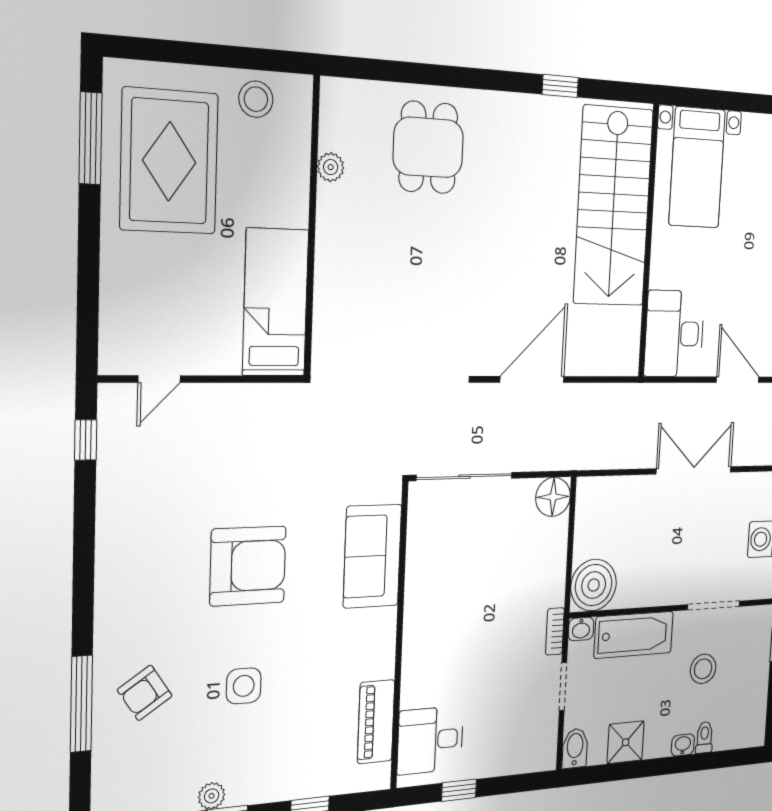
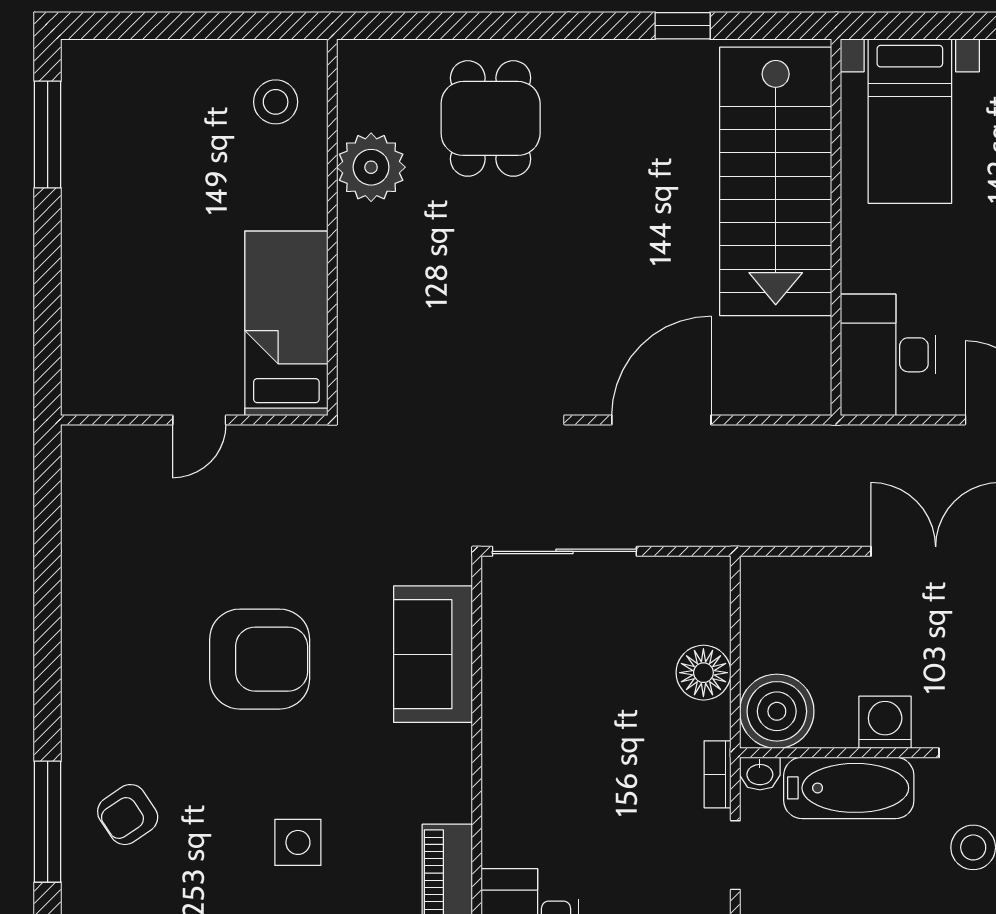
stool: (256, 99) -> (276, 102), moved
rug: (169, 161) -> (144, 156), removed
plant: (331, 167) -> (371, 167), width x1.88, depth x1.88
door: (159, 379) -> (199, 420), moved
window: (86, 440) -> (48, 494), removed
floor lamp: (553, 497) -> (703, 673), moved
washing machine: (658, 589) -> (885, 722), added
side table: (244, 686) -> (298, 842), moved

